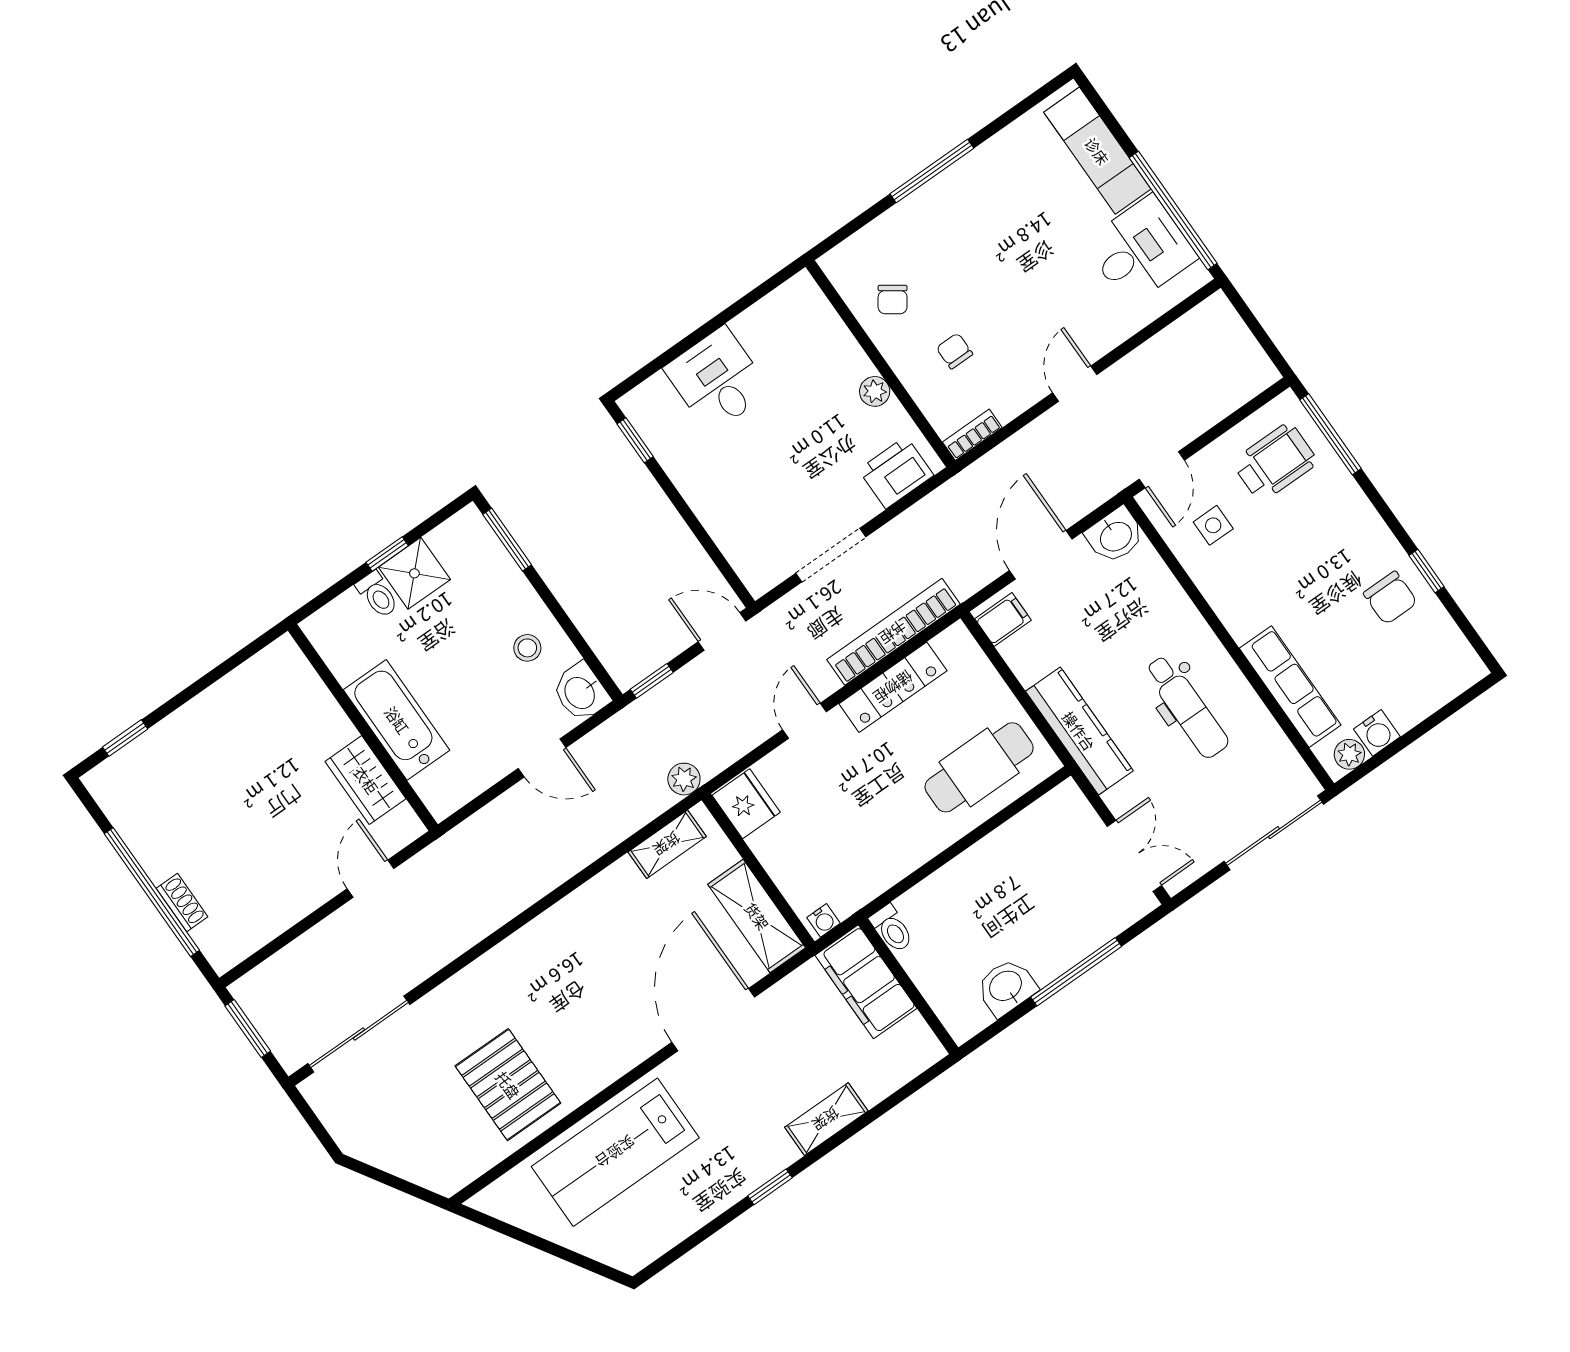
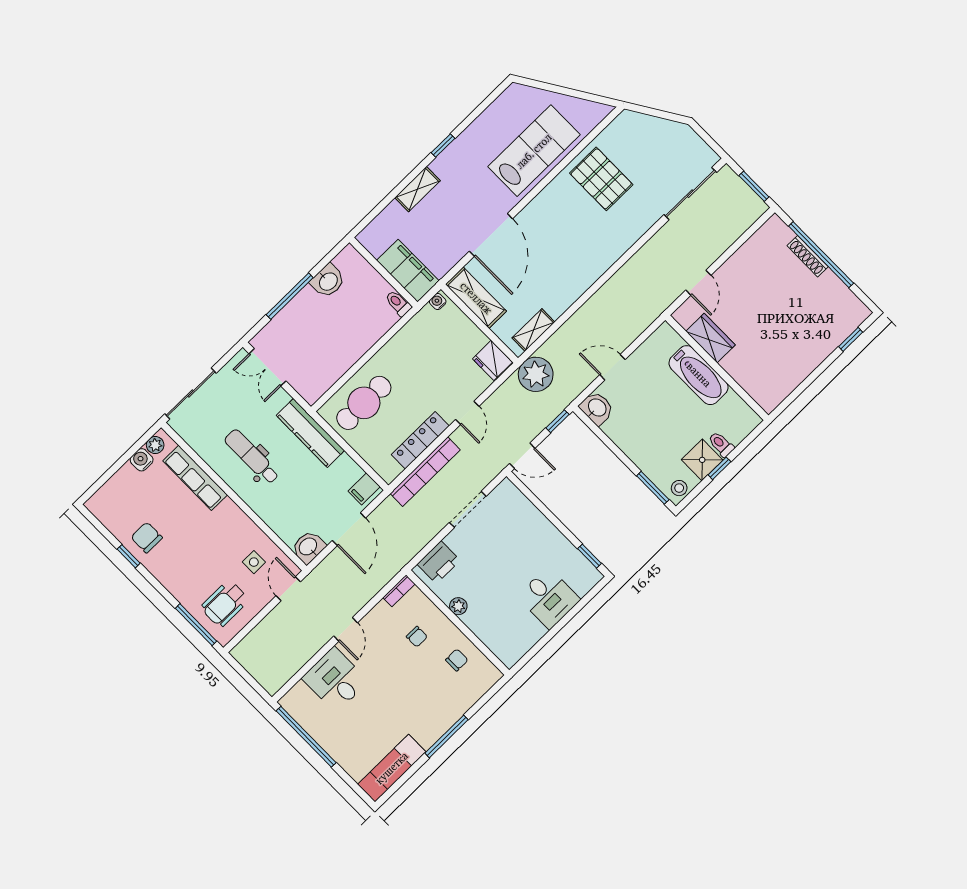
exam couch: (1097, 151) -> (392, 768), moved, turned -90
desk: (1140, 250) -> (335, 680), moved, turned 90
chair: (893, 299) -> (457, 660), turned 55
stool: (527, 648) -> (679, 488), moved
plant: (684, 779) -> (536, 374), width x1.88, depth x1.88
shoe rack: (182, 903) -> (808, 256), width x1.43

